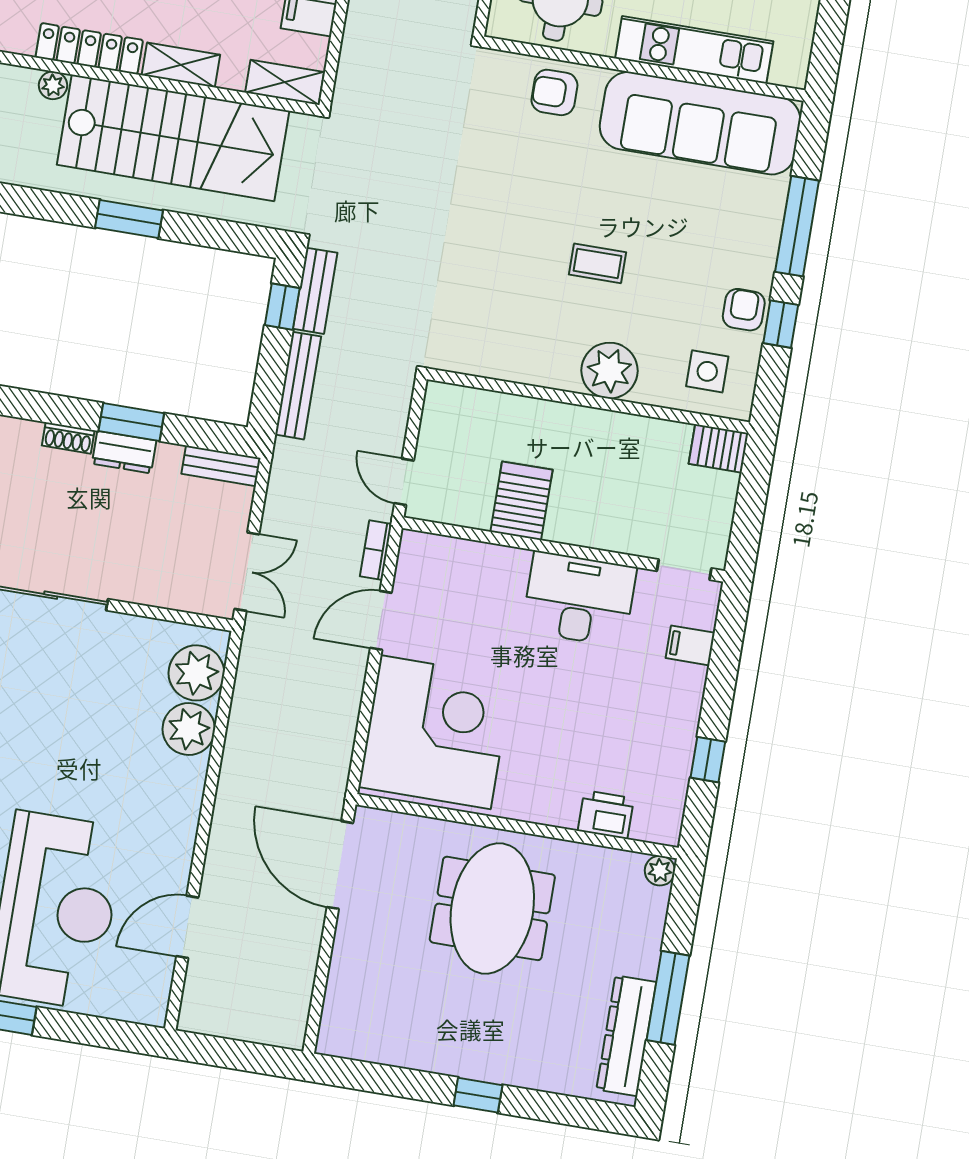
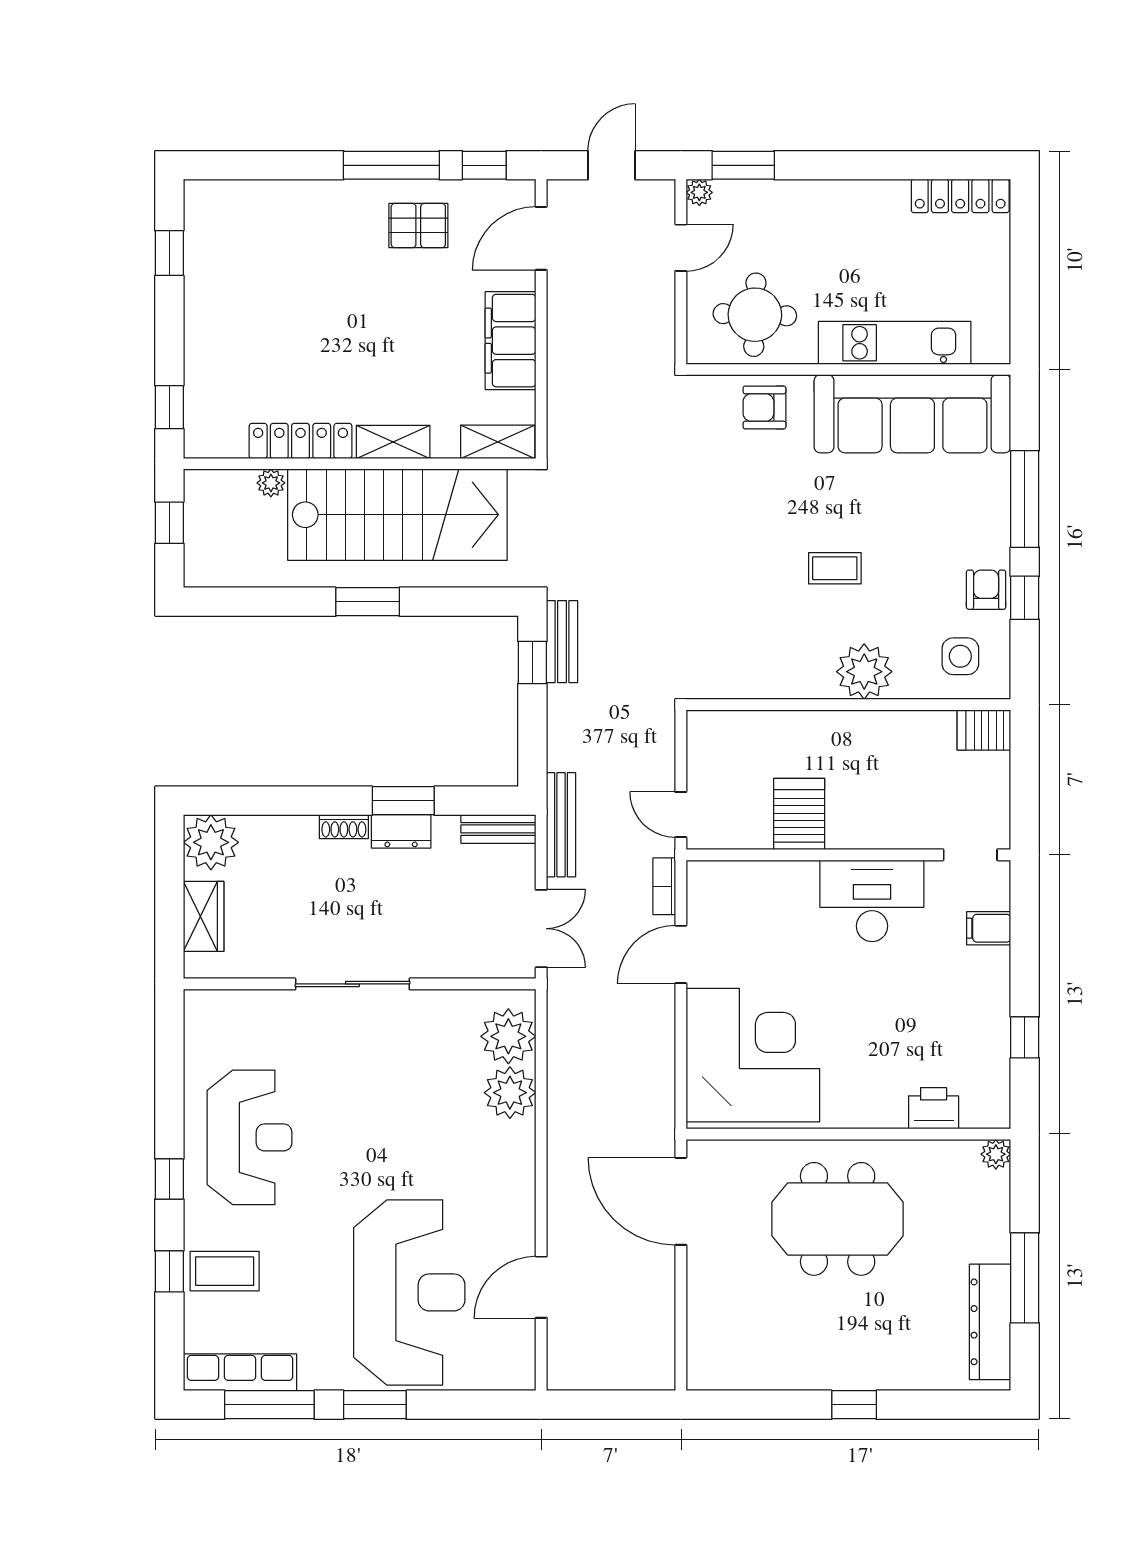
bench: (298, 386) -> (561, 825), moved
meeting table: (492, 908) -> (838, 1219), turned 90

